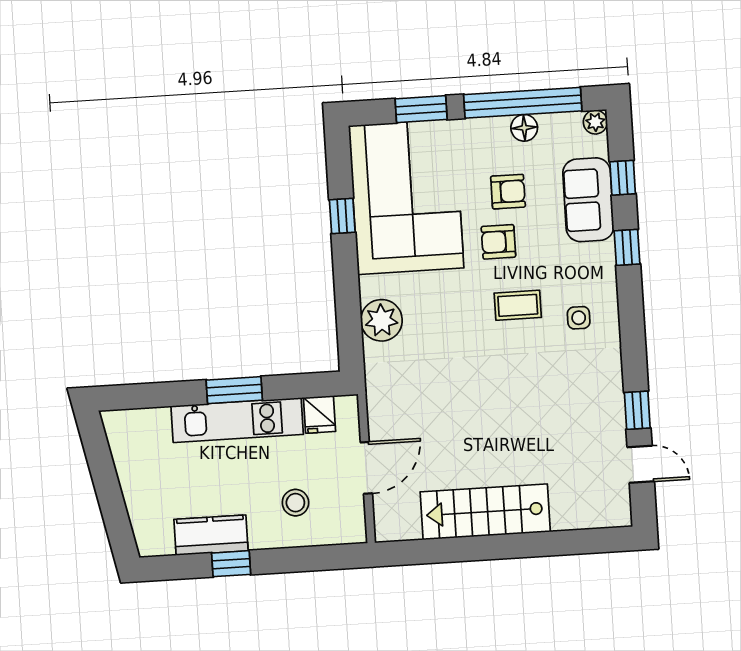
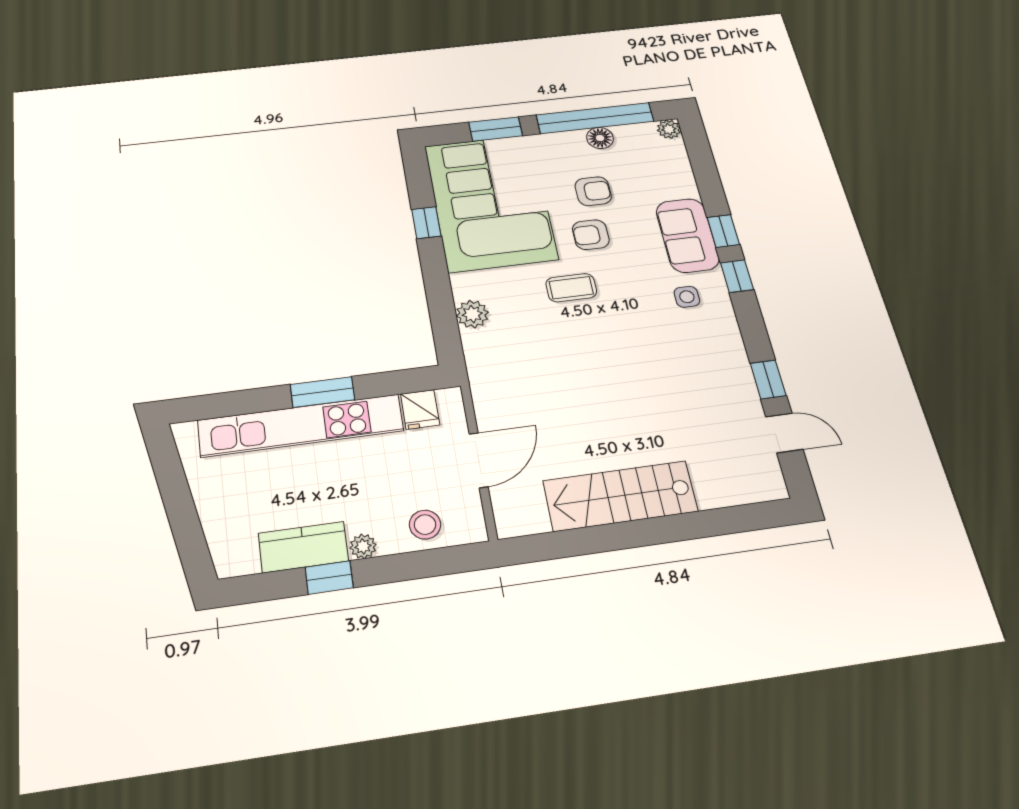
window: (623, 178) -> (737, 276), moved
sofa: (588, 200) -> (687, 235), moved
coffee table: (518, 305) -> (571, 288), moved
plant: (381, 320) -> (472, 314), width x0.73, depth x0.73
kitchen unit: (237, 420) -> (301, 426), width x1.36
stool: (295, 503) -> (425, 525), moved
plant: (261, 539) -> (363, 546), added

